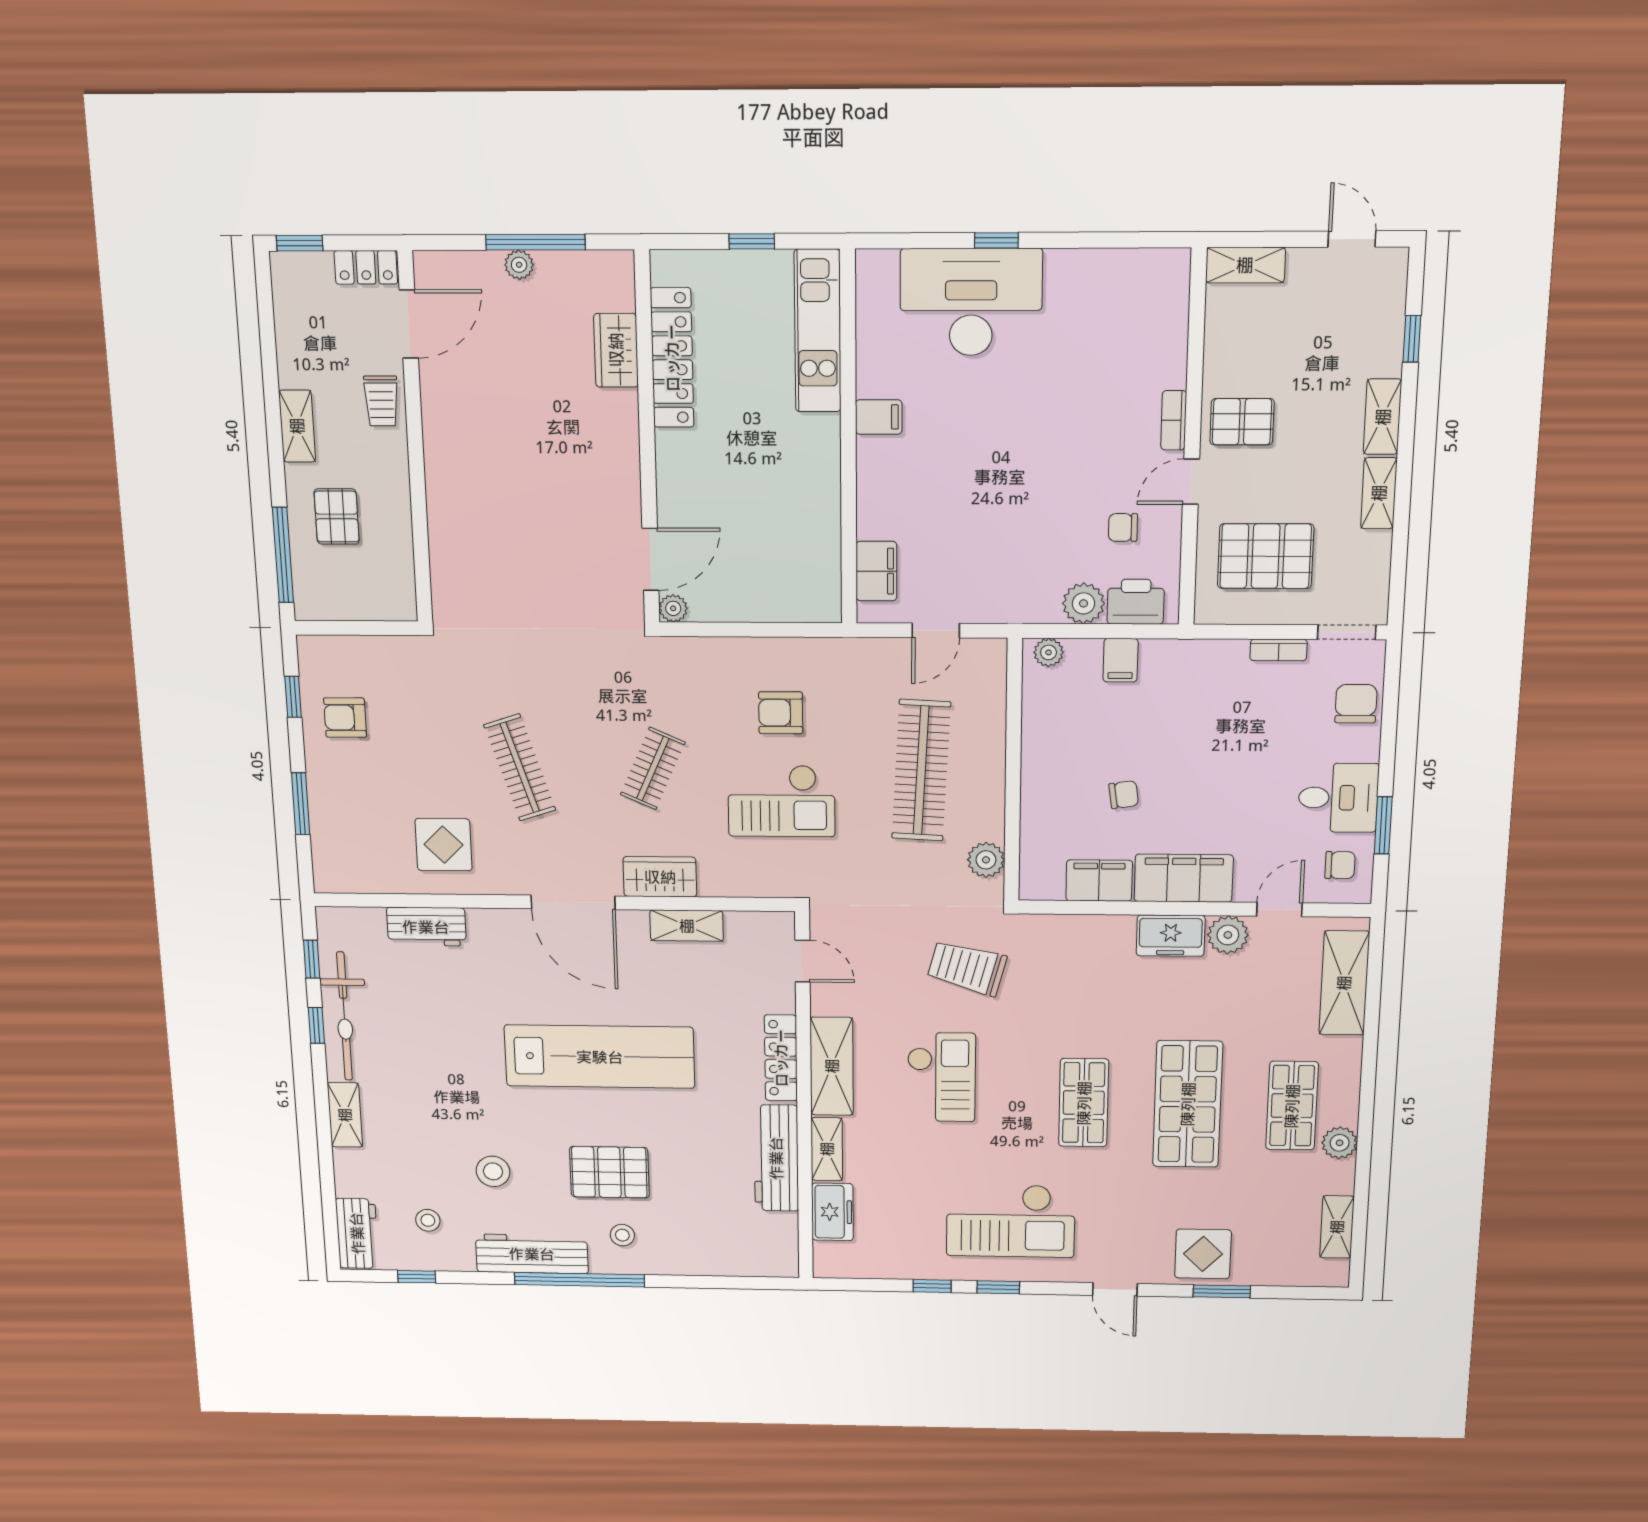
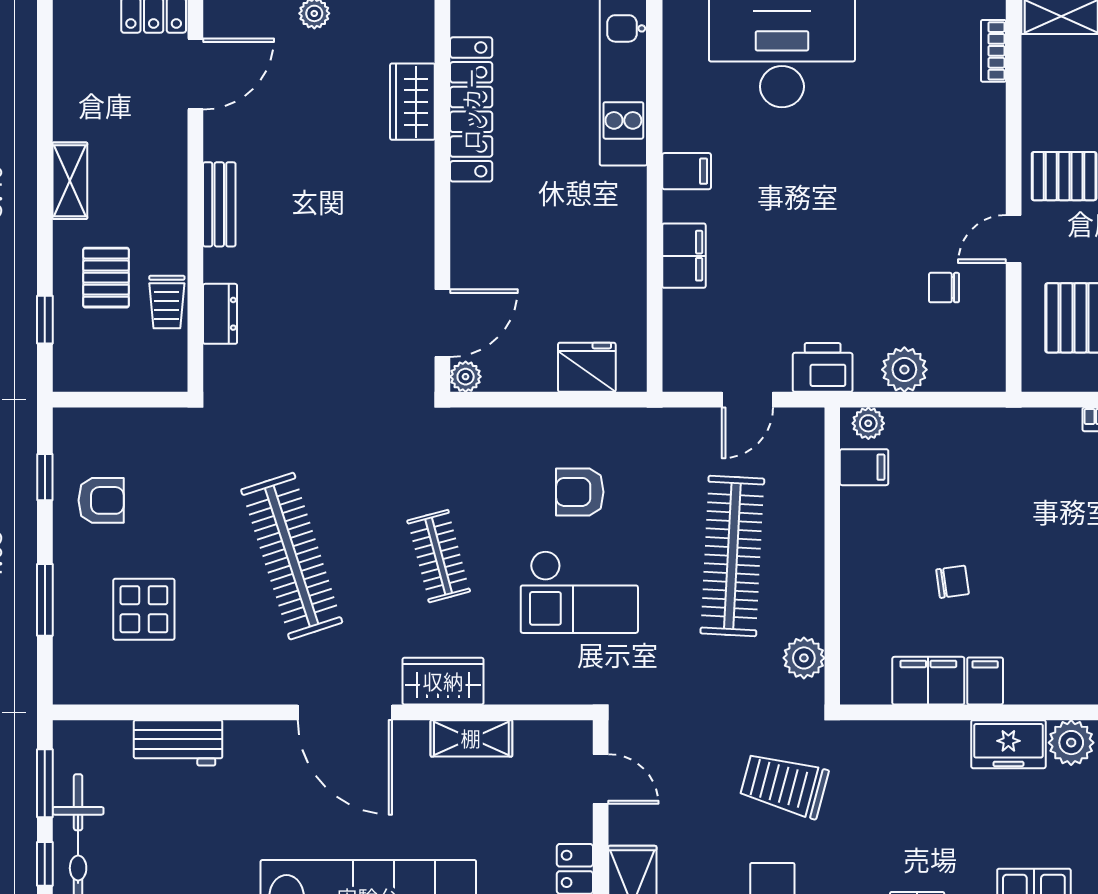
trolley: (381, 401) -> (167, 302), moved
bookcase: (1174, 420) -> (993, 51), moved
bench: (438, 448) -> (219, 204), added
dresser: (444, 550) -> (220, 314), added
window: (283, 555) -> (45, 320), width x0.46
filing cabinet: (876, 571) -> (684, 256), moved
fridge: (786, 600) -> (587, 367), added
printer: (1136, 602) -> (823, 367), moved
filing cabinet: (1121, 660) -> (864, 467), moved, turned -90
armchair: (345, 718) -> (101, 500), turned 180
clothes rail: (520, 767) -> (292, 556), width x1.37, depth x1.31
clothes rail: (653, 768) -> (439, 556), turned -39
display table: (444, 845) -> (144, 609), moved
filing cabinet: (1184, 878) -> (985, 681), width x0.33, depth x0.86
window: (312, 959) -> (45, 783), width x1.50

